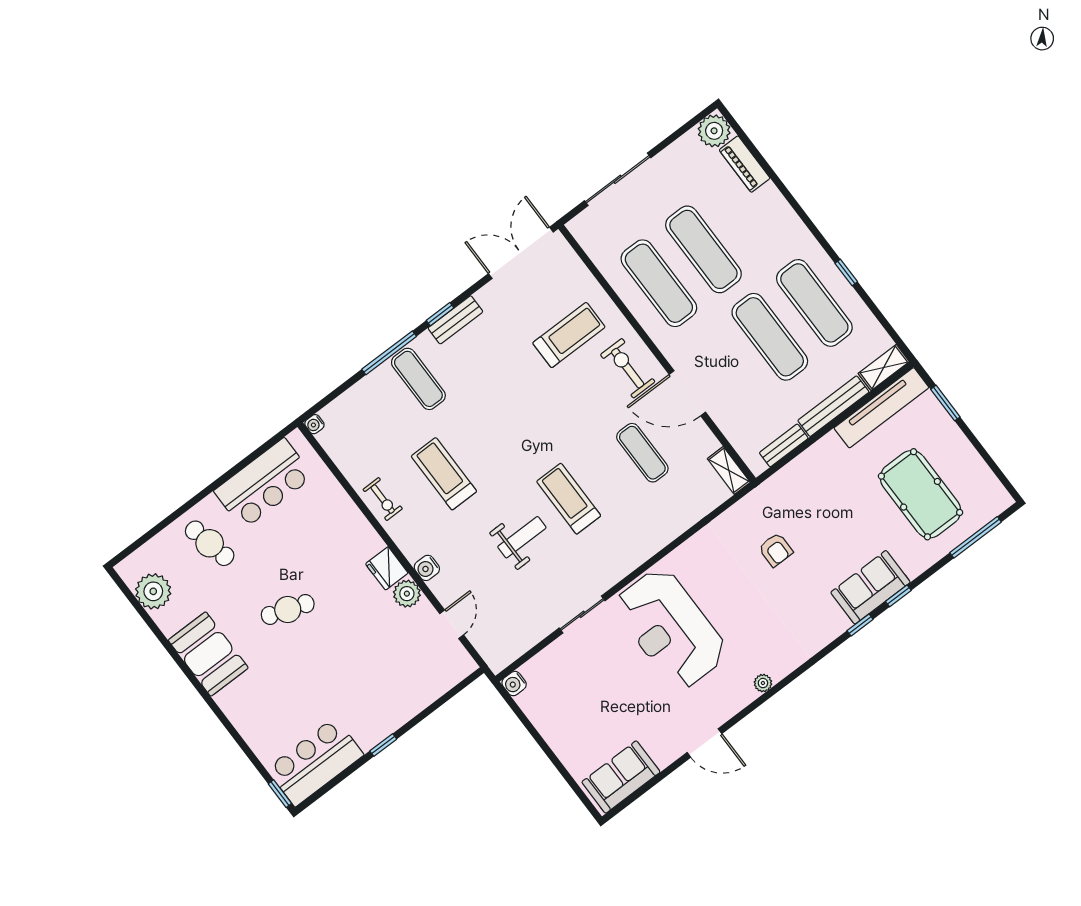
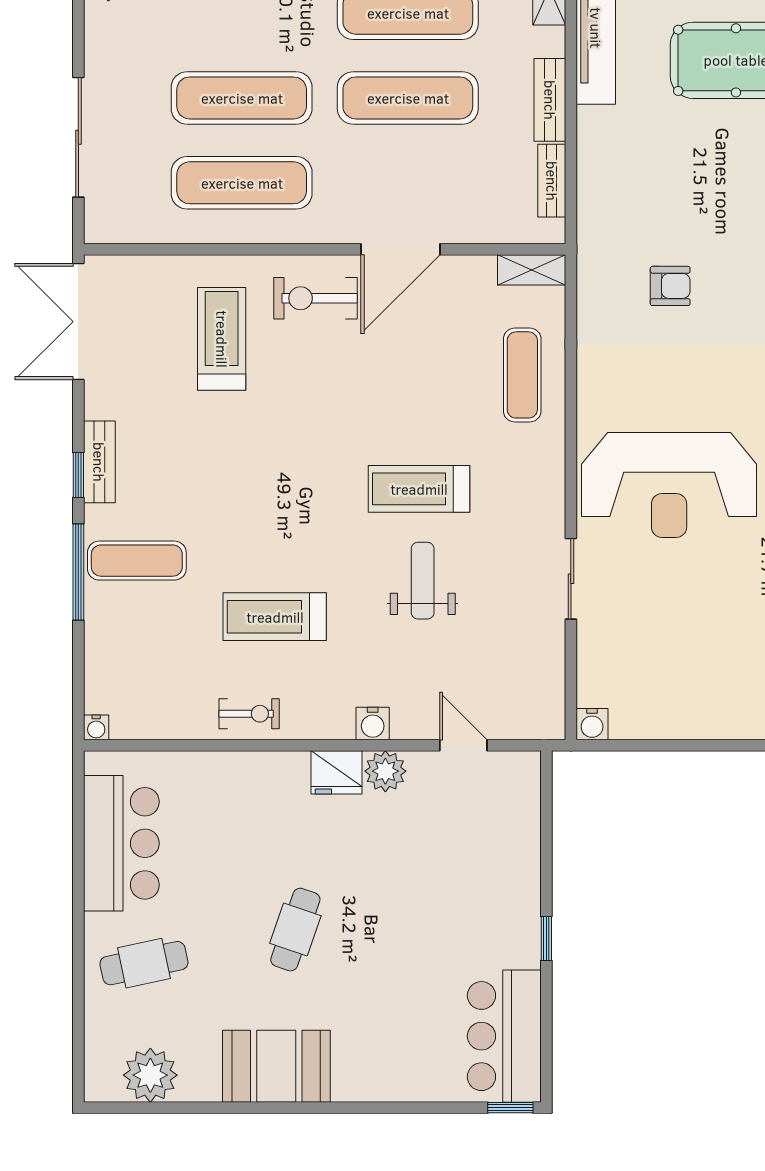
bench: (833, 406) -> (550, 100), width x0.73
exercise mat: (642, 453) -> (522, 375), moved, turned 90

